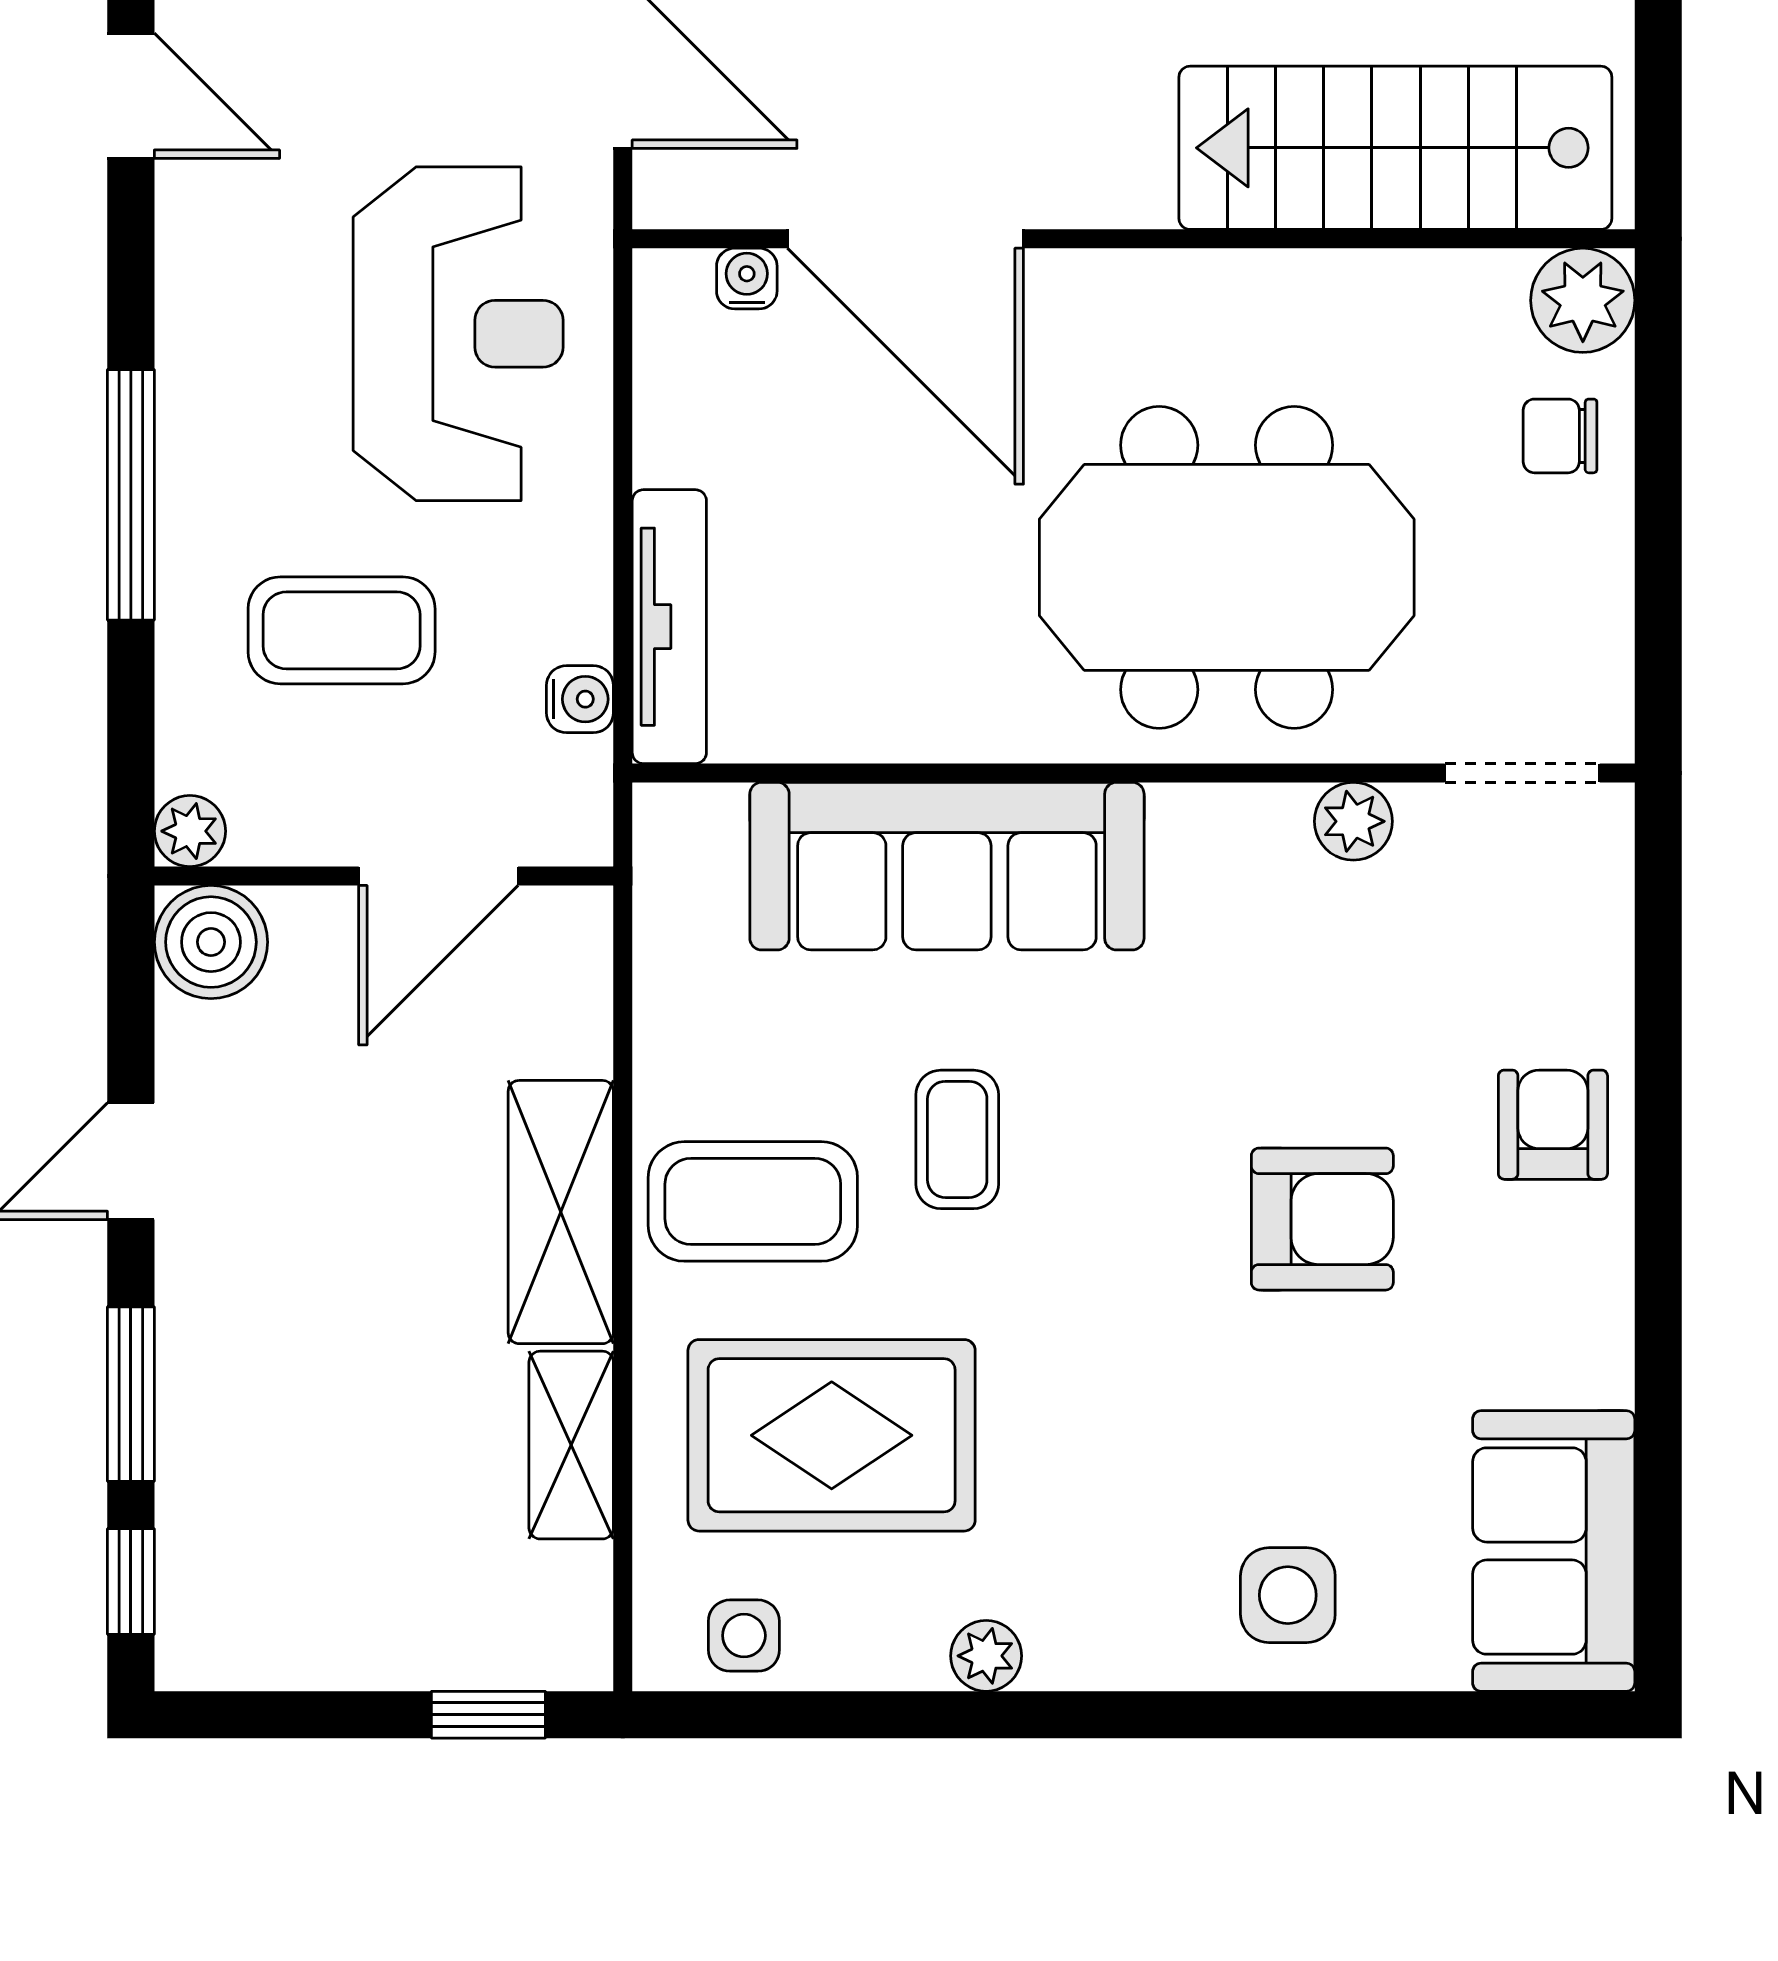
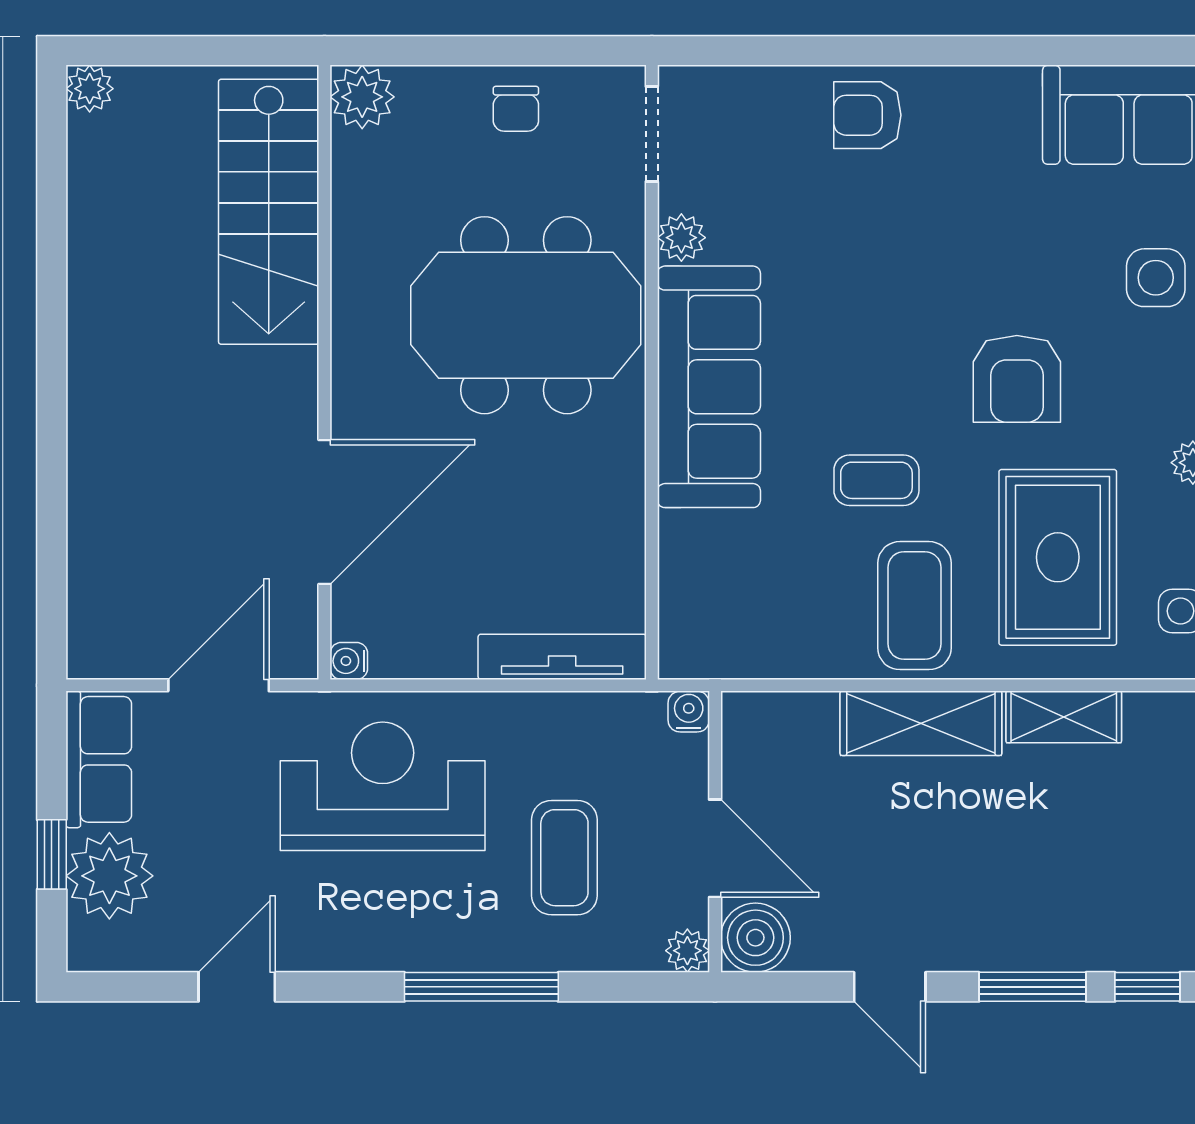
water cooler: (747, 279) -> (349, 661), moved
chair: (1560, 436) -> (516, 109), moved
meeting table: (1227, 567) -> (526, 315), turned 90
water cooler: (580, 699) -> (689, 712), moved
sofa: (947, 866) -> (709, 387), moved
door: (438, 876) -> (715, 848), moved
armchair: (1322, 1219) -> (1017, 379), moved, turned 180

